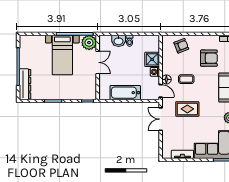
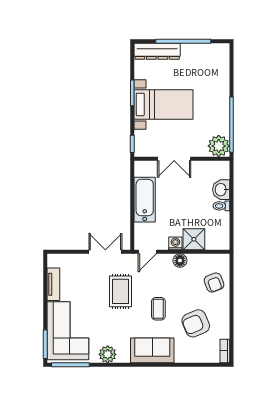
bed with nightstands: (62, 55) -> (163, 104), moved, turned 180
armchair: (209, 58) -> (196, 323), turned 67
double door: (98, 62) -> (174, 159), moved
floor lamp: (166, 79) -> (180, 261), moved
coffee table: (186, 79) -> (158, 309), moved

